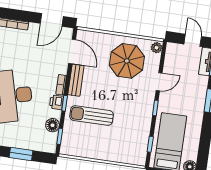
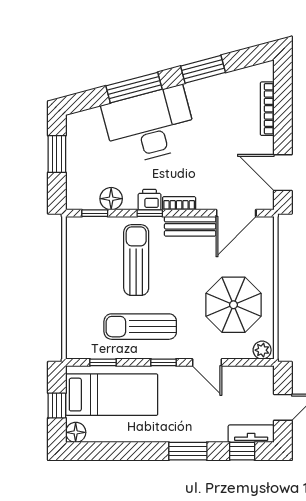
sun lounger: (132, 119) -> (140, 327), added

